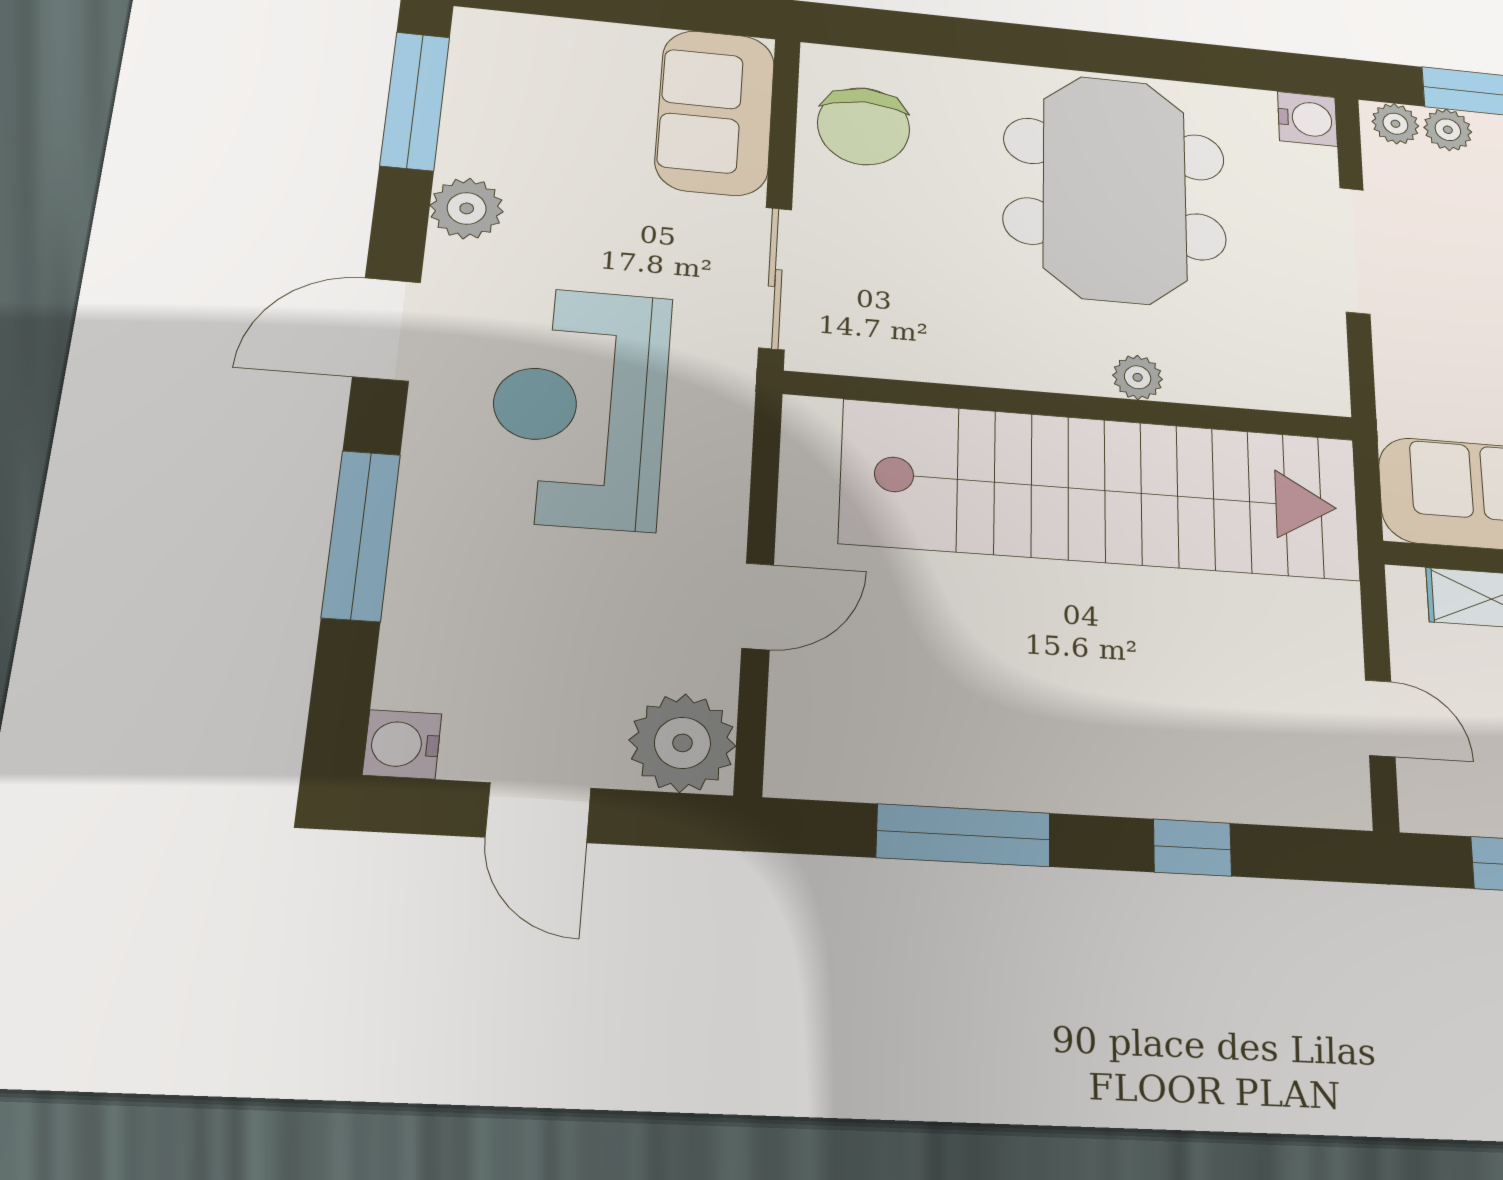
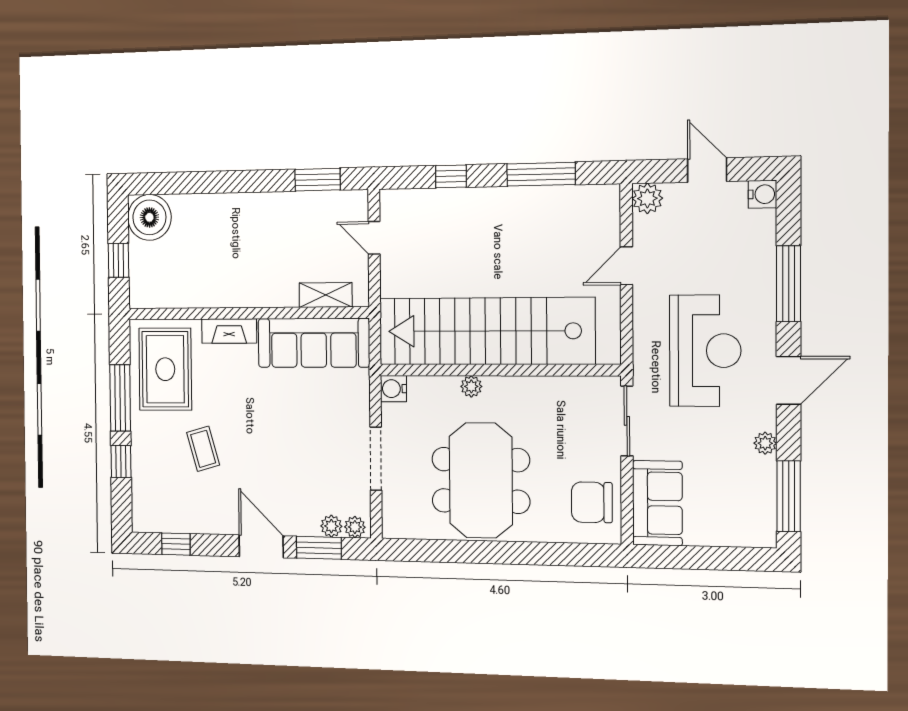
water cooler: (1307, 119) -> (393, 389), moved
chair: (864, 126) -> (592, 502), turned -90
plant: (467, 208) -> (765, 443), width x0.73, depth x0.73
plant: (682, 743) -> (647, 198), width x0.73, depth x0.73

